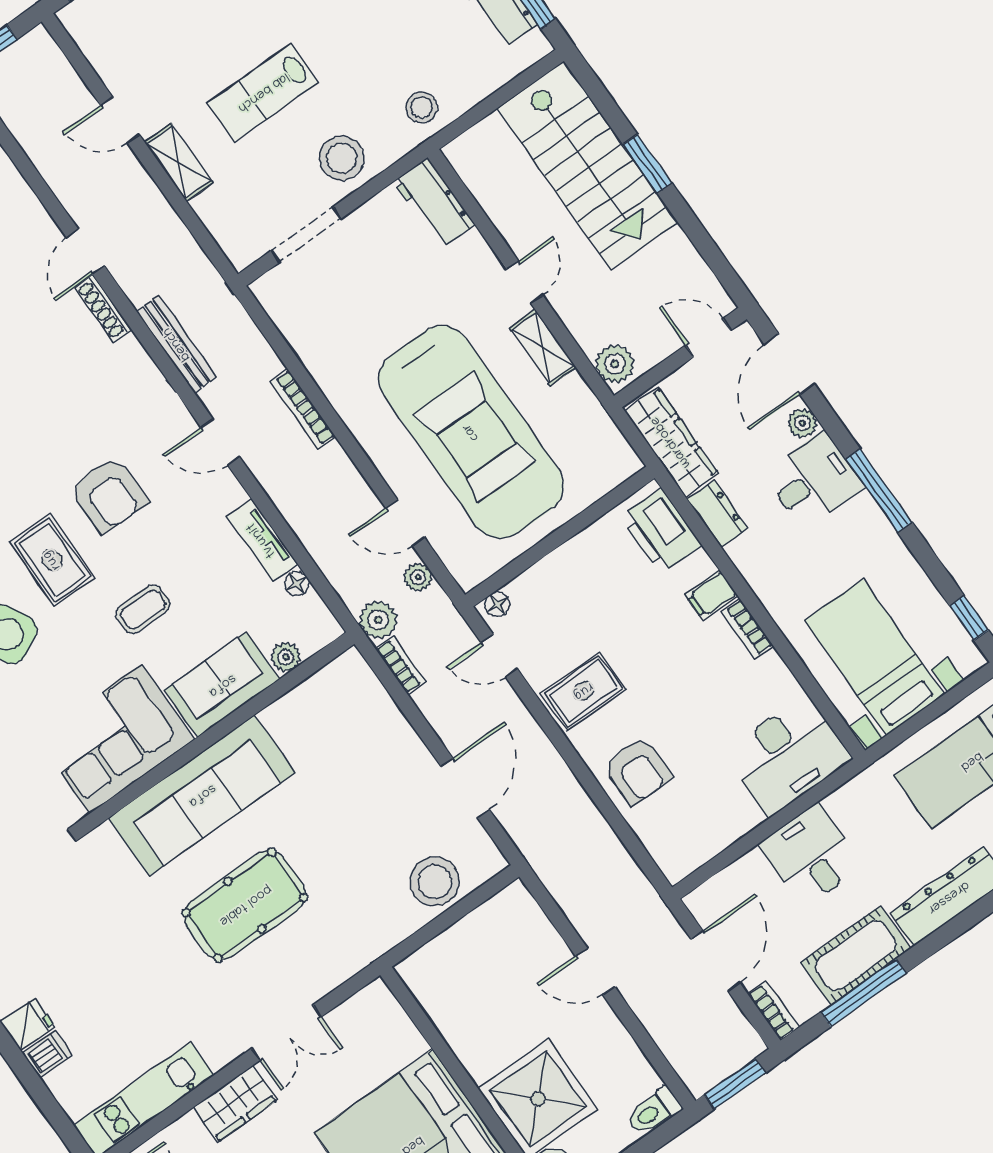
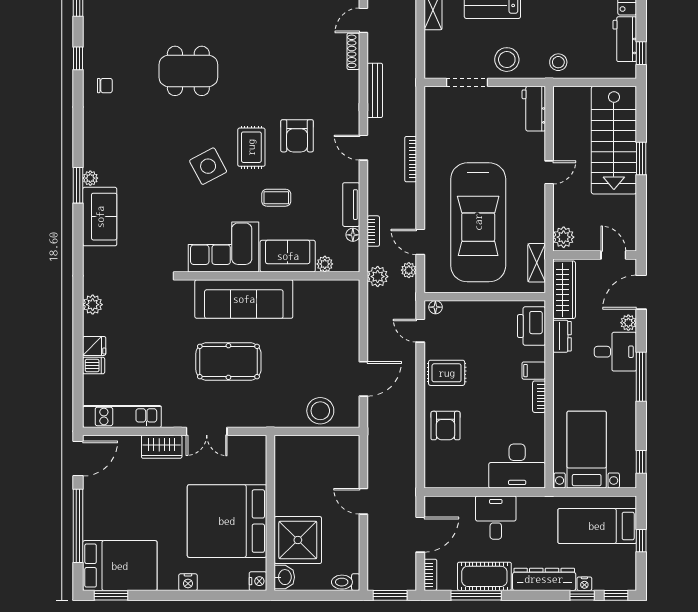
shelving: (543, 348) -> (537, 263), moved
bookcase: (401, 665) -> (373, 231), moved

